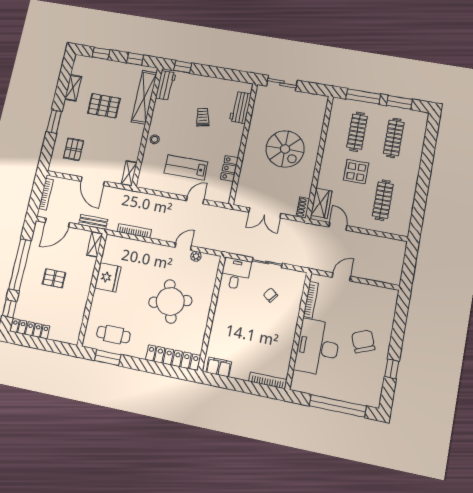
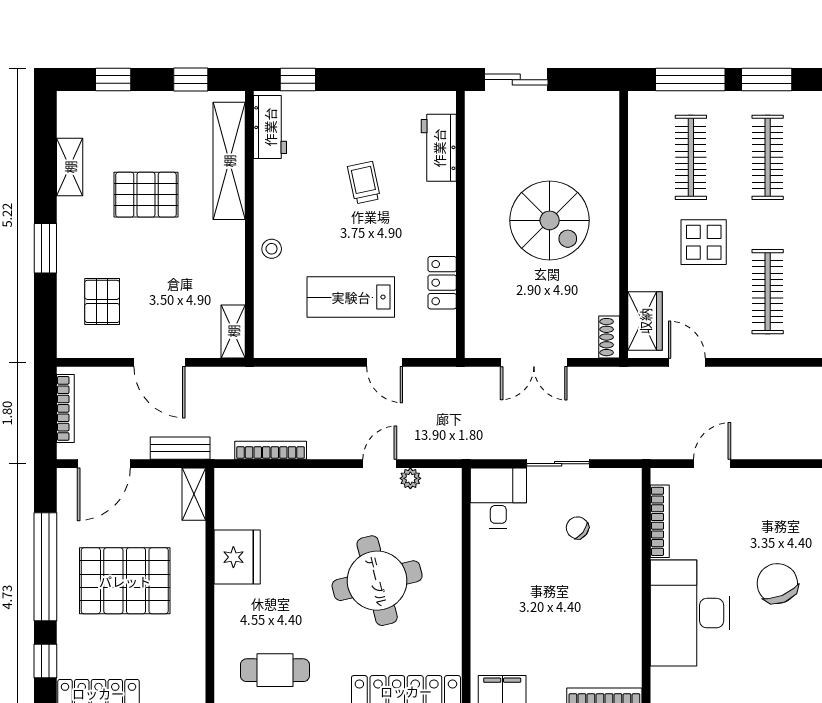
door: (195, 200) -> (385, 362), swing flipped
pallet: (54, 278) -> (125, 581), width x2.05, depth x2.00

